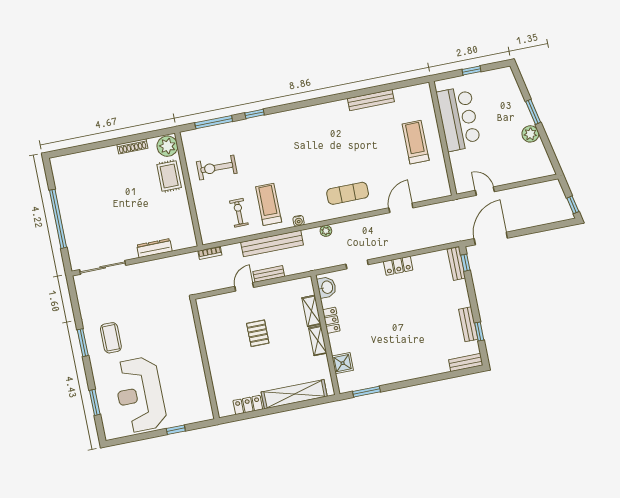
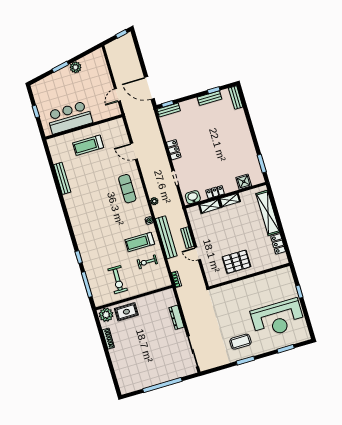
pallet: (258, 333) -> (236, 262), moved, width x1.50, depth x1.42

